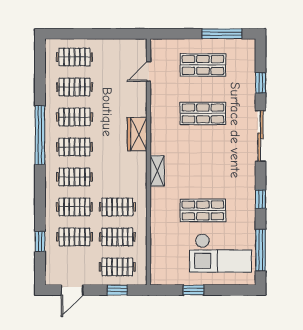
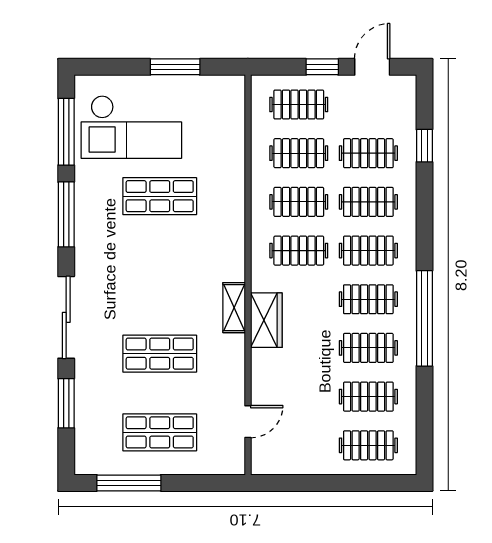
window: (261, 83) -> (66, 403), width x1.50
shelving: (157, 171) -> (234, 308), moved
clothes rail: (117, 177) -> (299, 251), added
window: (261, 199) -> (66, 214), width x2.17
checkout: (220, 253) -> (131, 127), turned 180
window: (117, 290) -> (322, 67), moved
window: (193, 290) -> (175, 67), width x1.50

